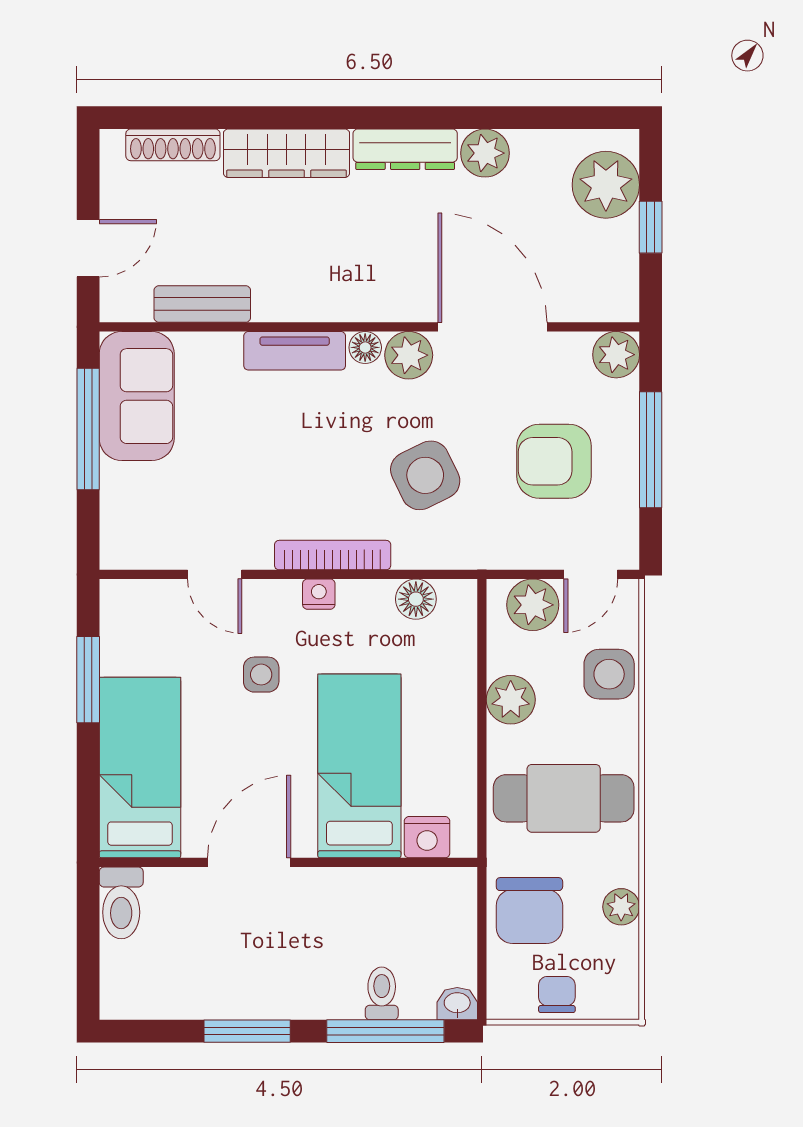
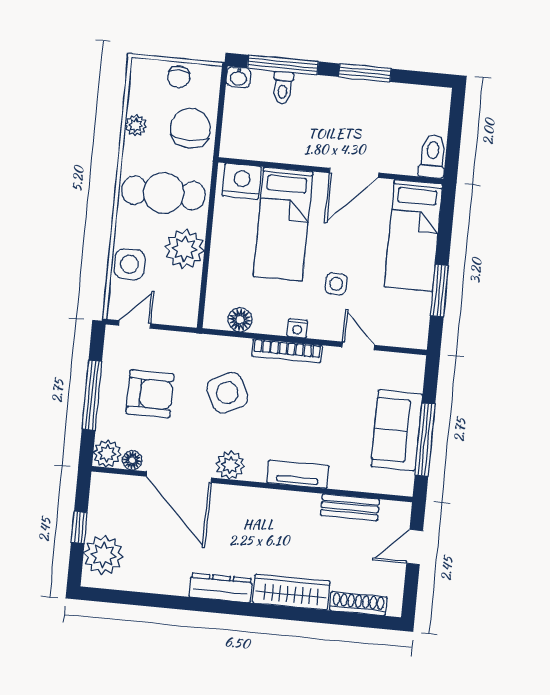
plant: (485, 153) -> (173, 581), removed
floor lamp: (365, 347) -> (132, 460), moved
sofa: (137, 396) -> (397, 430), moved
plant: (533, 605) -> (171, 310), removed
plant: (511, 700) -> (185, 249), width x1.36, depth x1.36
nightstand: (427, 837) -> (242, 181), width x1.36, depth x1.33

